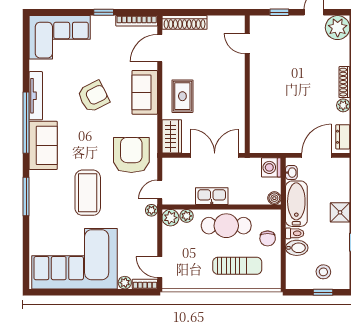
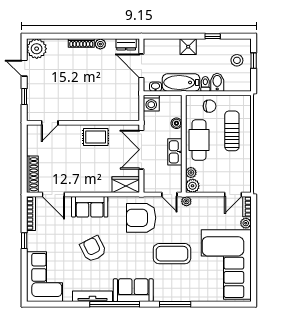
rug: (182, 96) -> (96, 137), moved
boiler: (274, 198) -> (176, 123), moved

